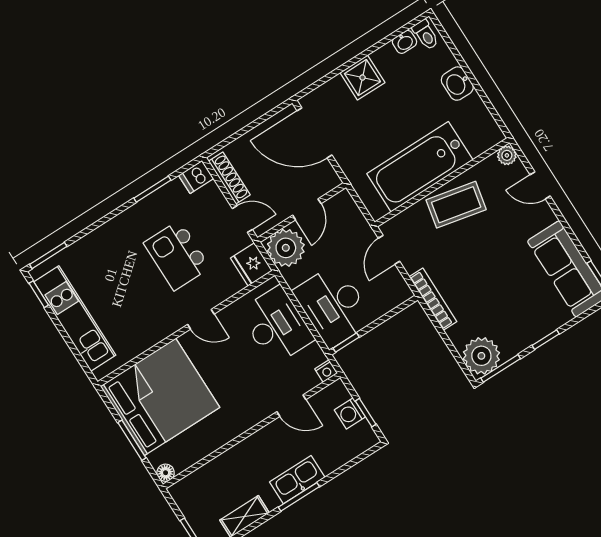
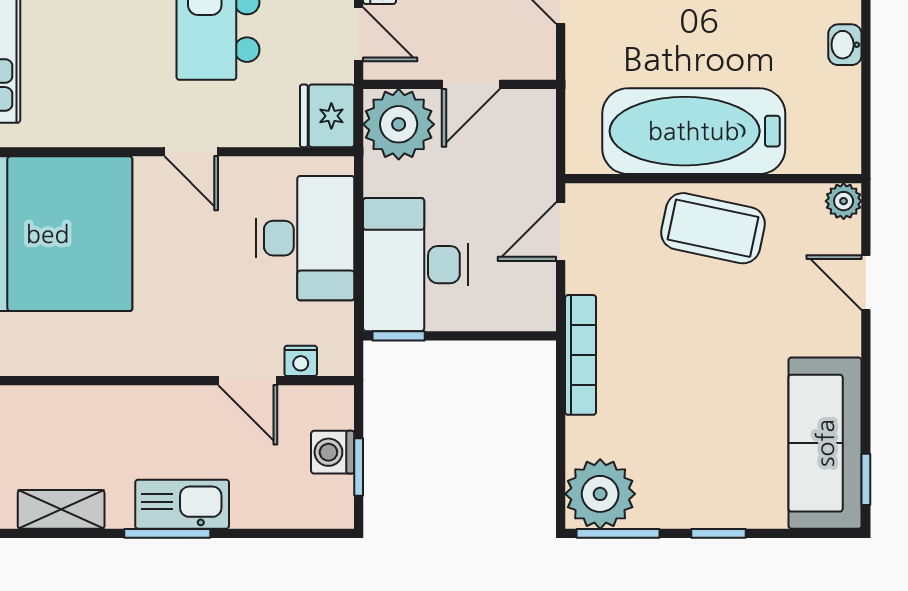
washbasin: (457, 84) -> (845, 45), width x0.72, depth x0.69
nightstand: (326, 371) -> (301, 361), moved

